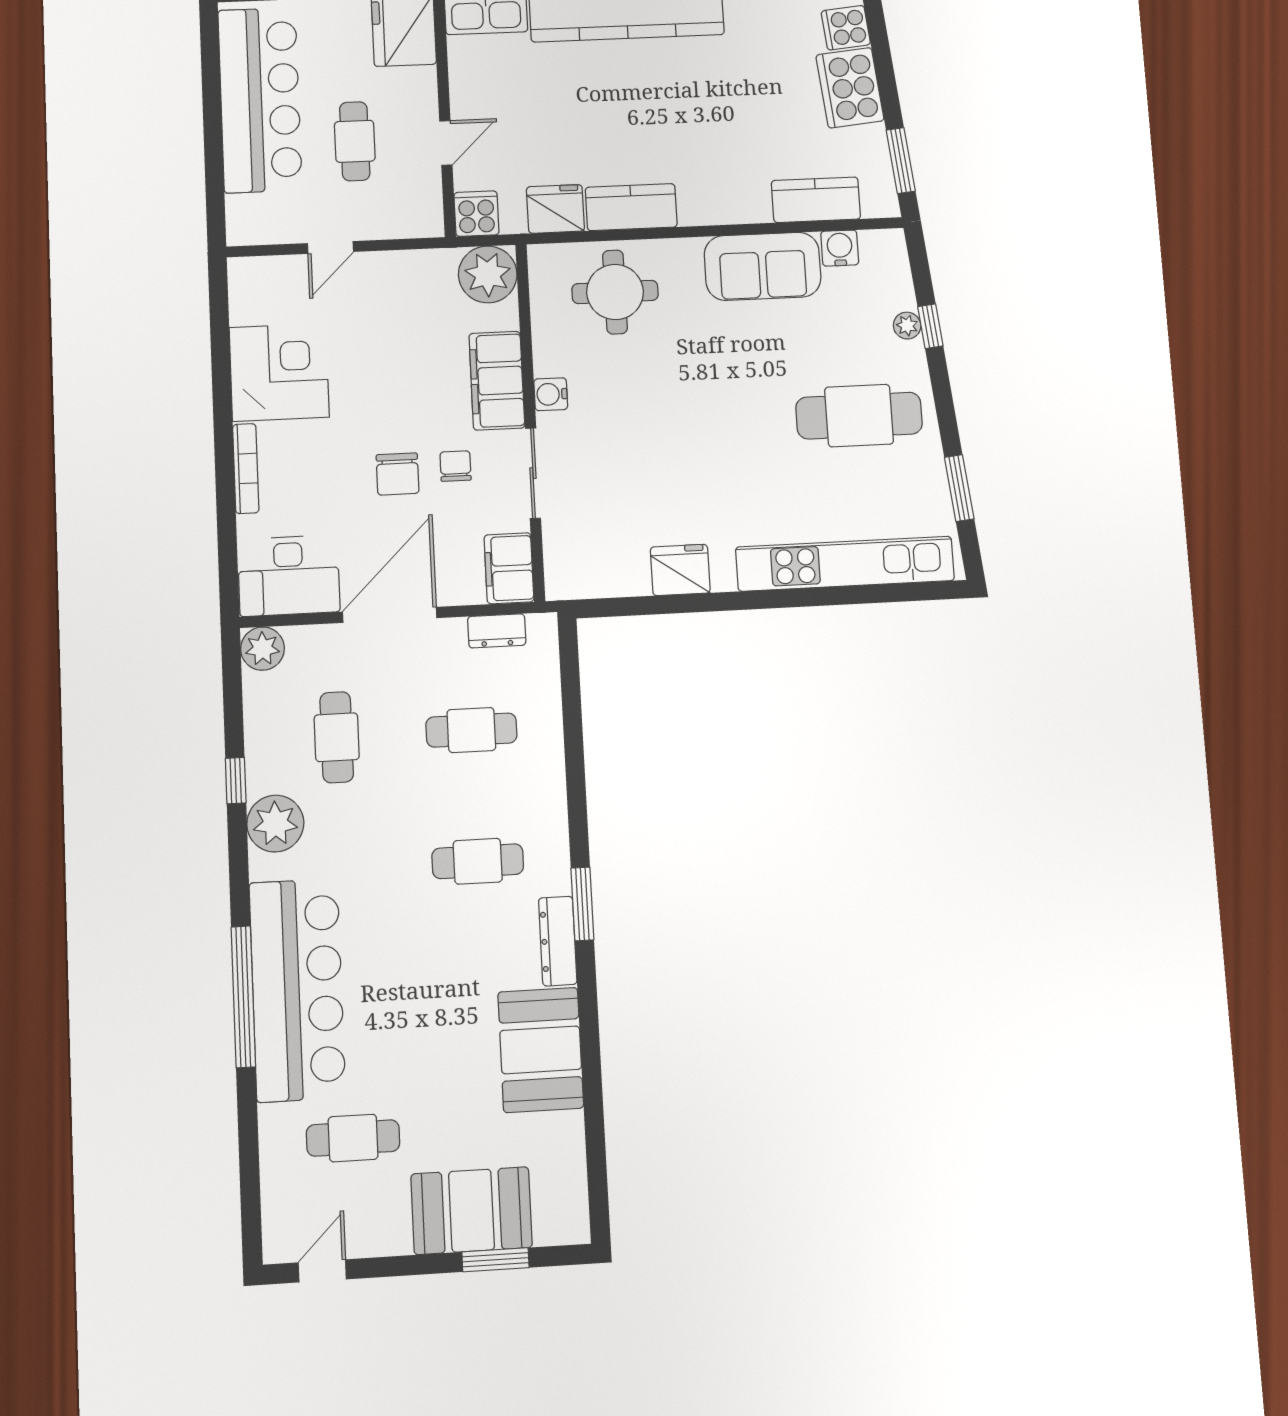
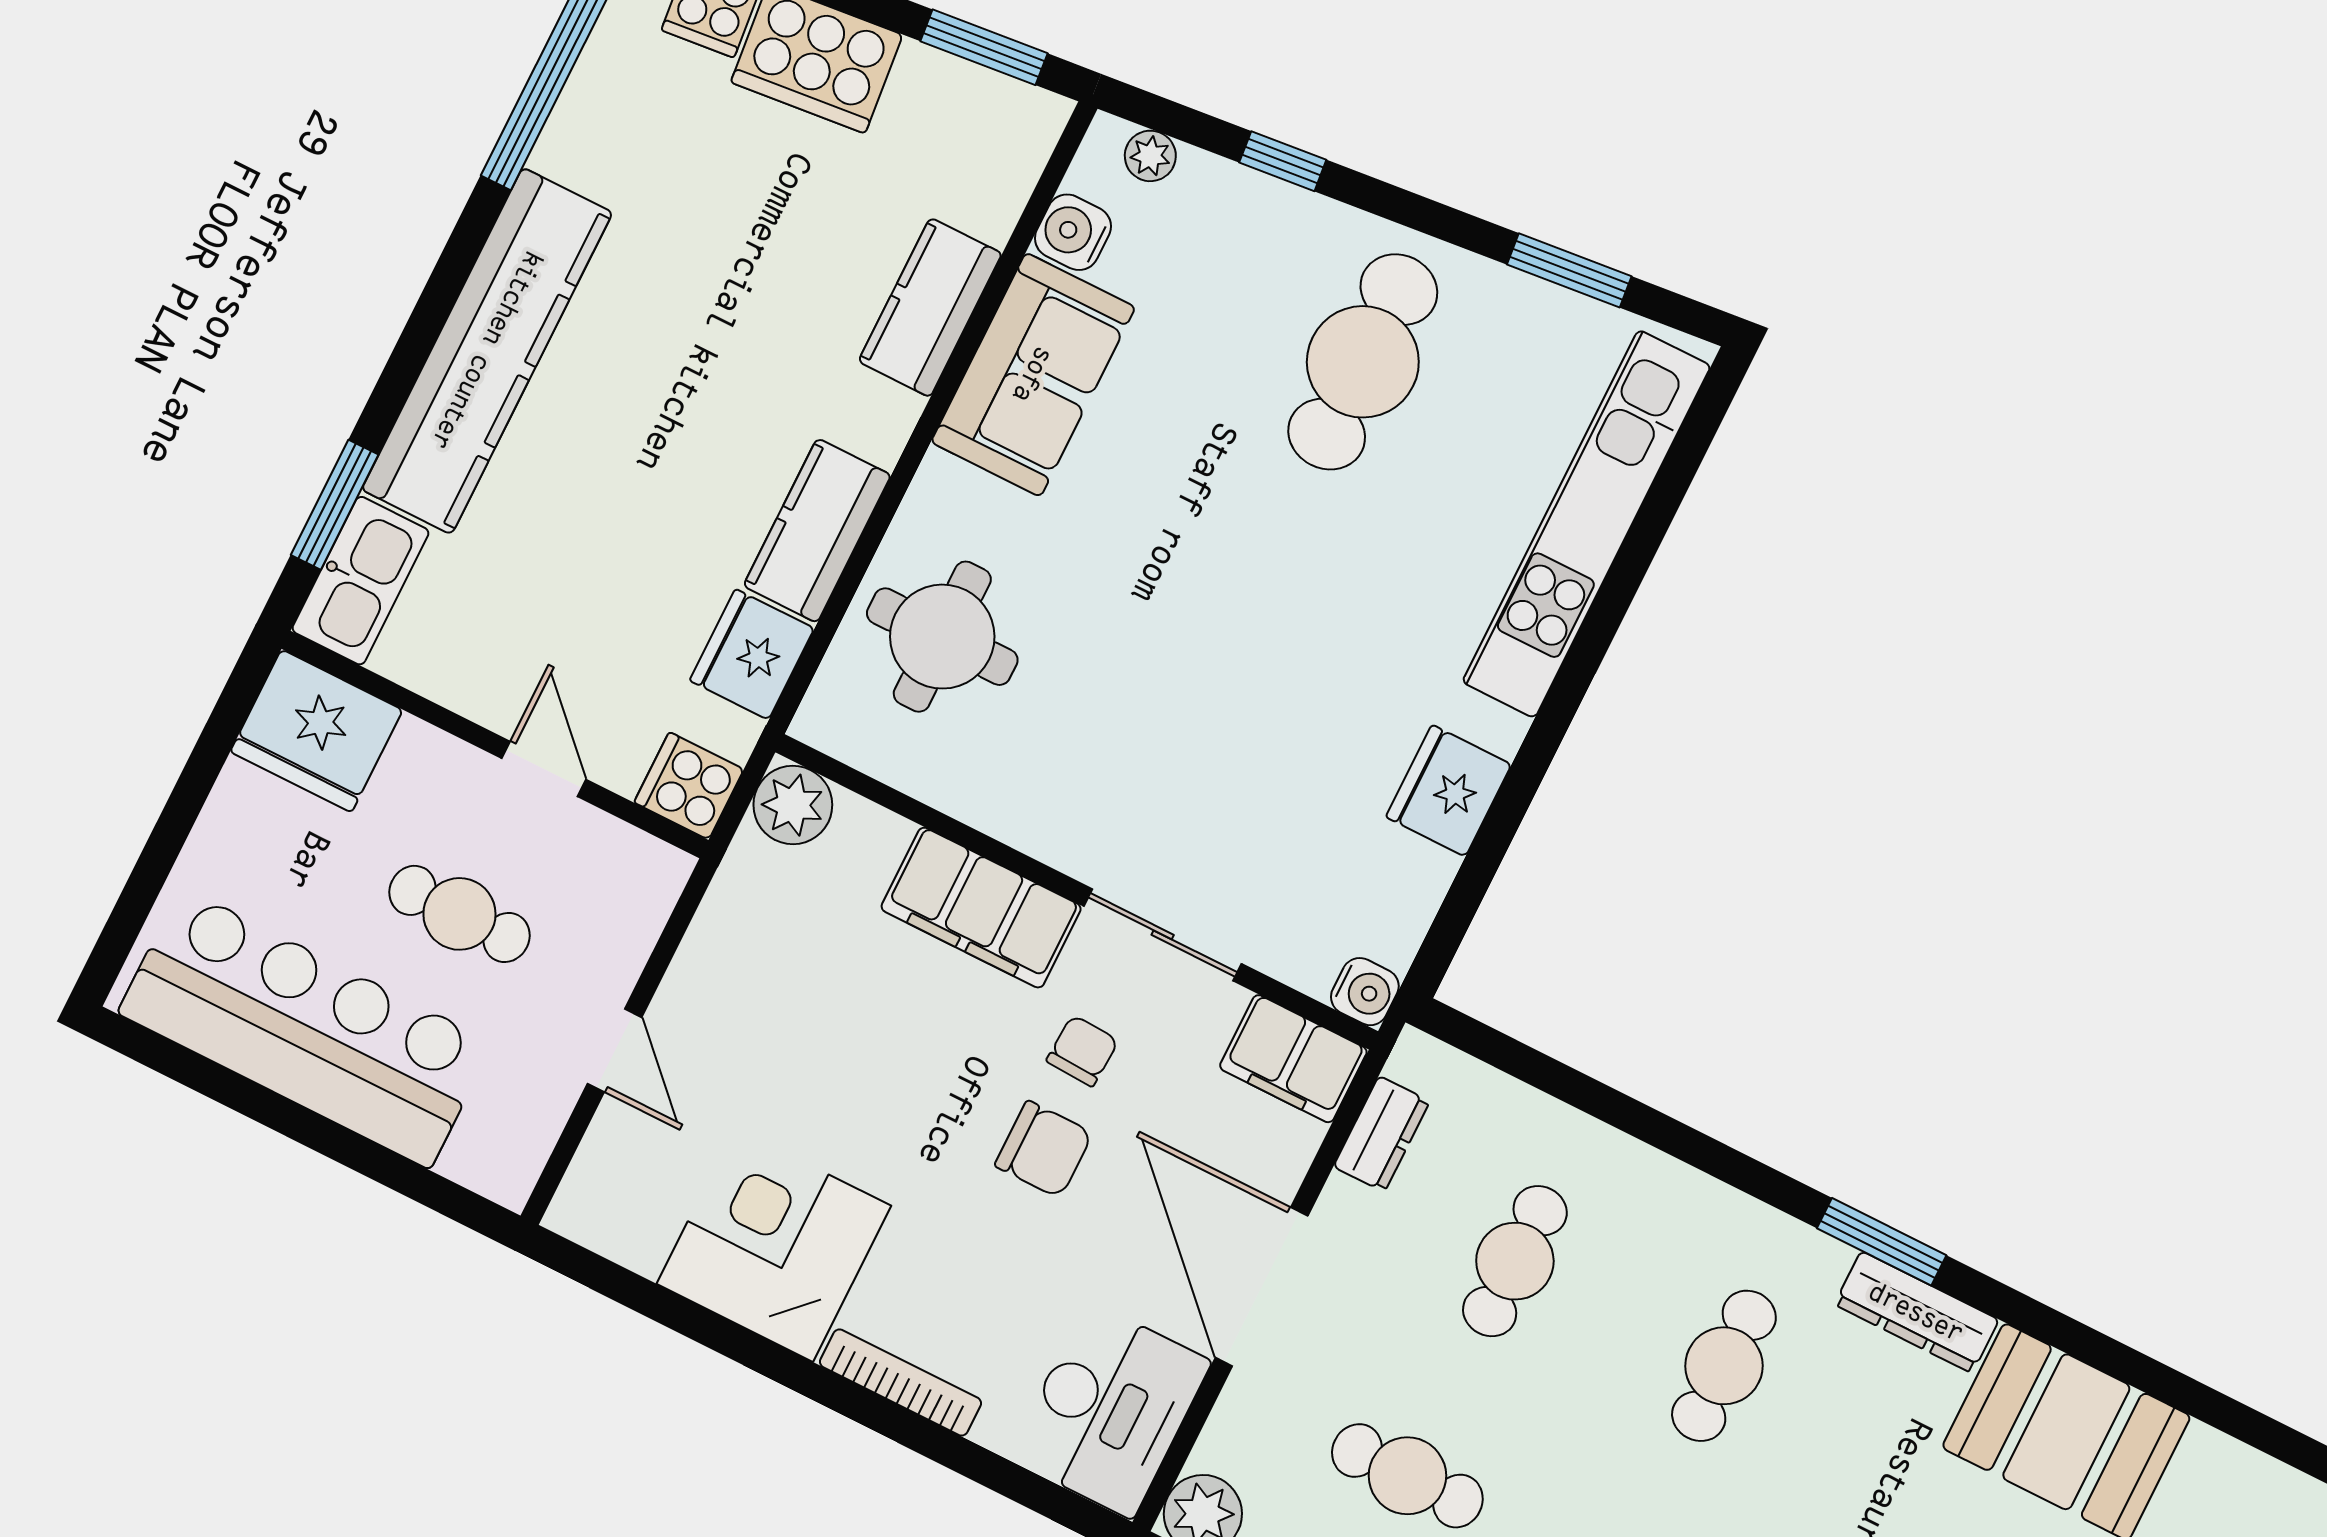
kitchen counter: (816, 200) -> (930, 307), moved
plant: (488, 274) -> (793, 805), width x0.73, depth x0.73
plant: (907, 326) -> (1150, 156), moved
water cooler: (551, 394) -> (1365, 992), moved, turned -90
chair: (456, 466) -> (1082, 1051), turned 93

